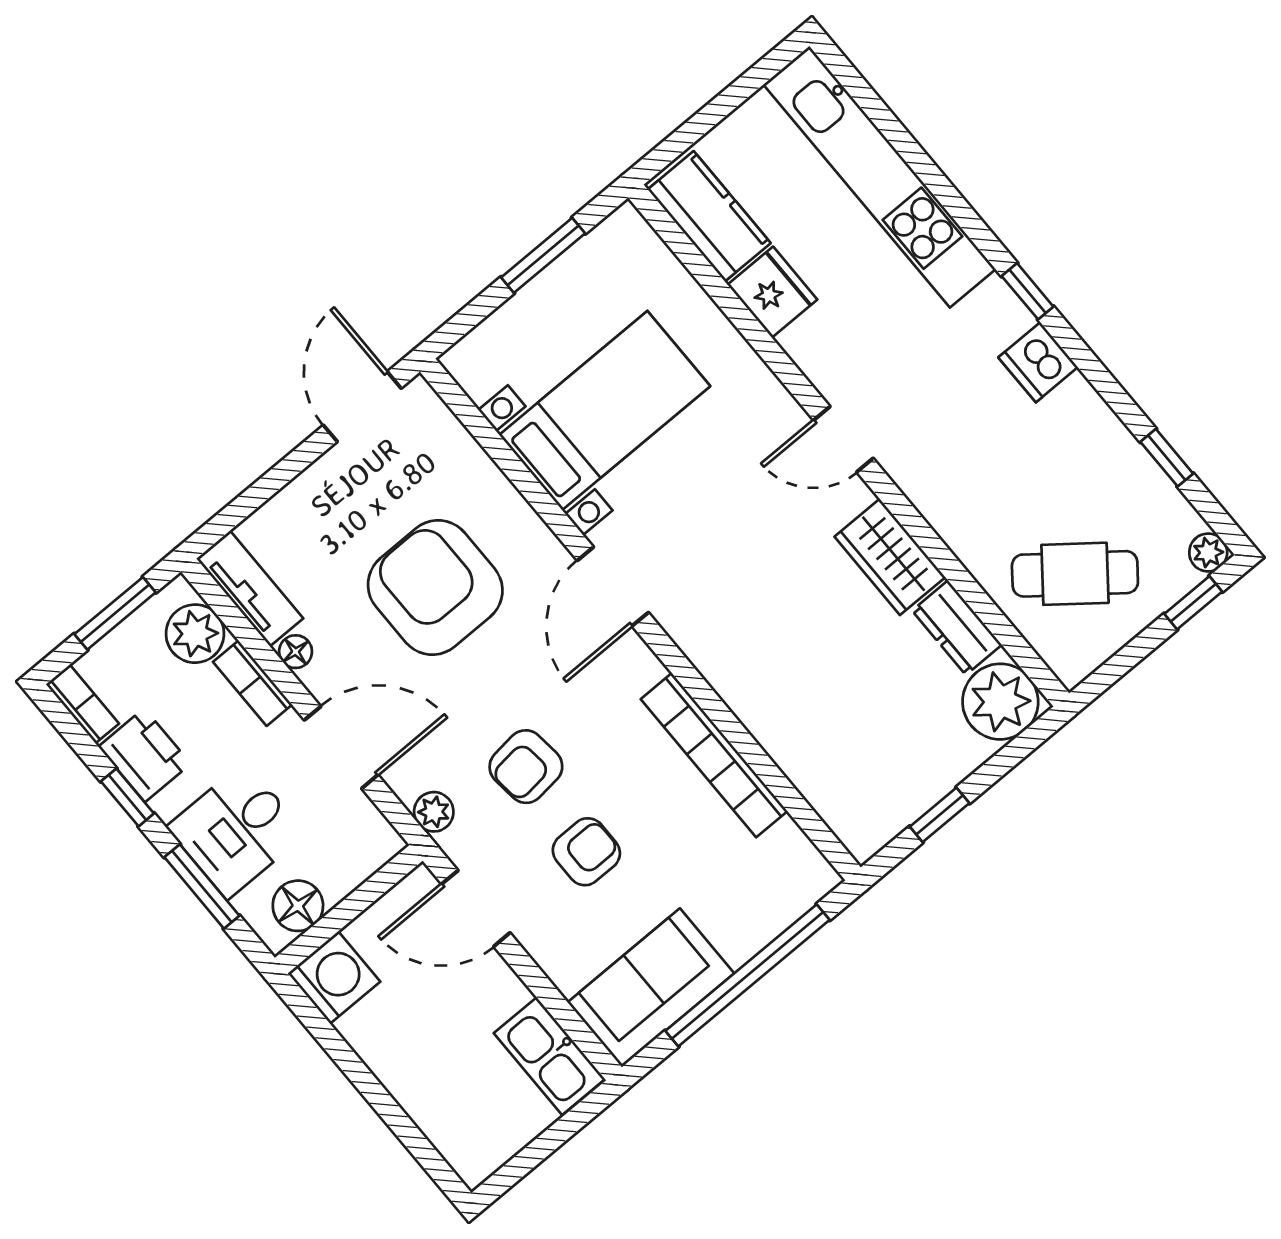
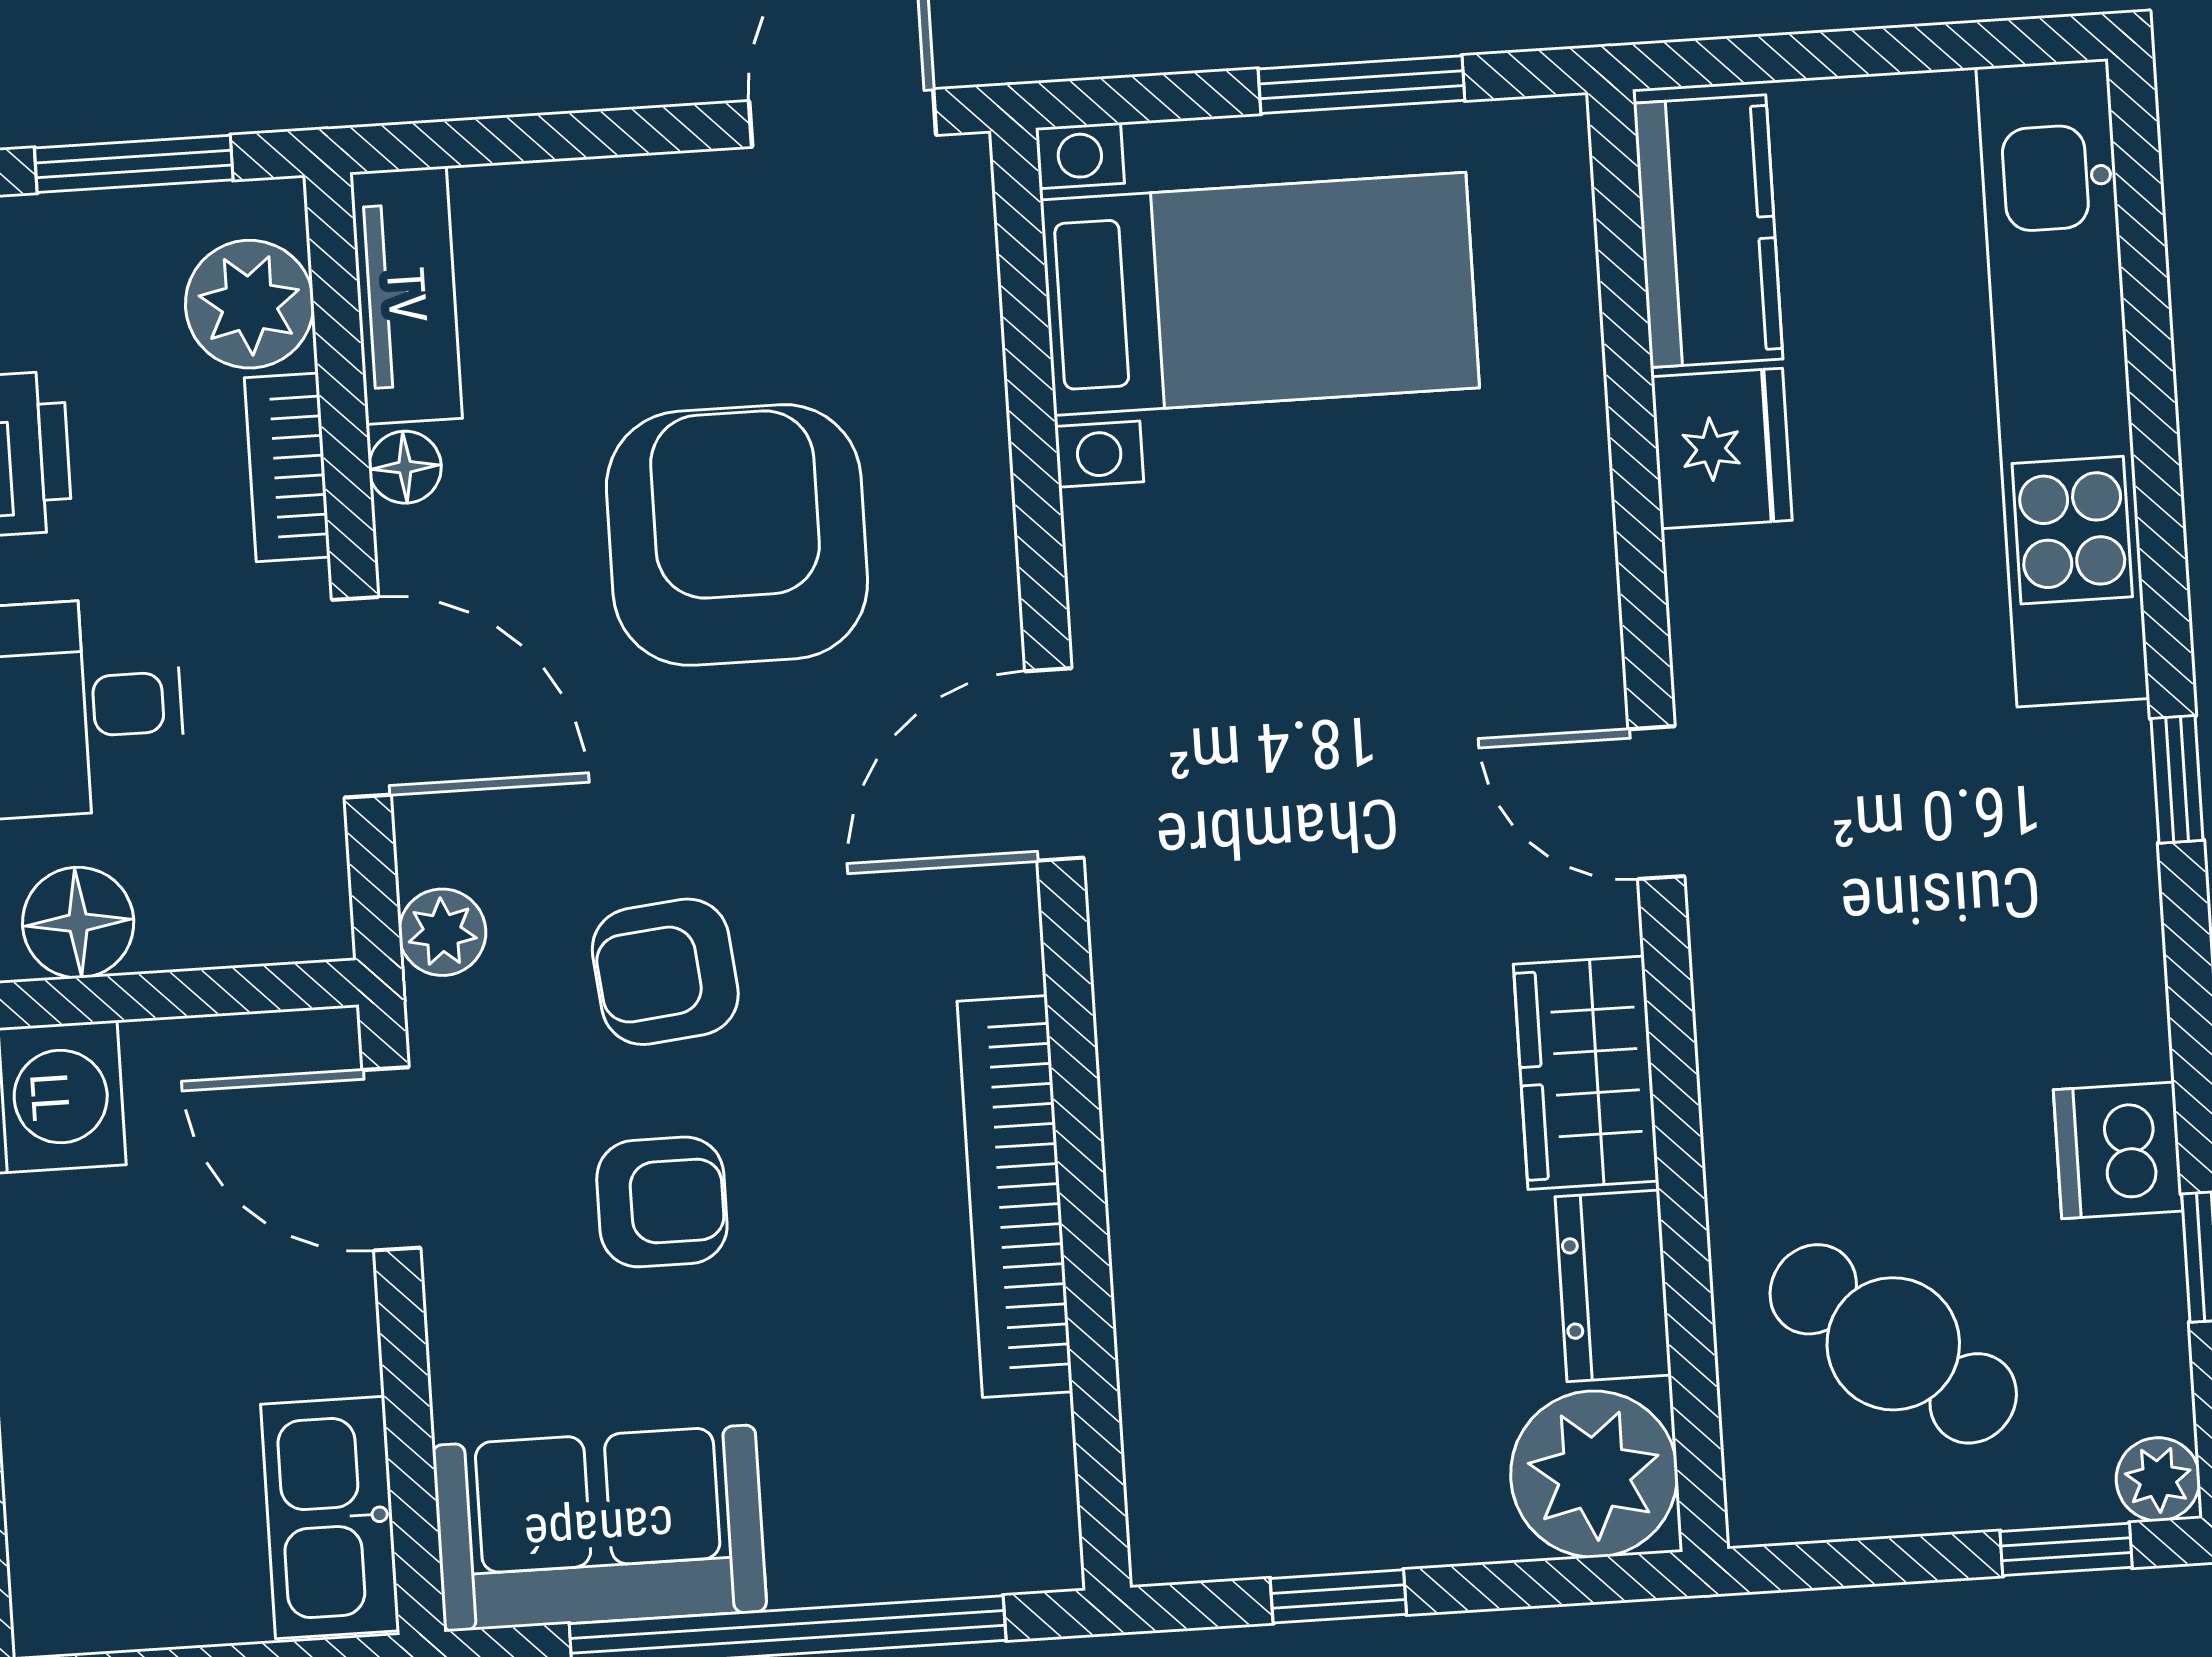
dishwasher: (1038, 362) -> (2118, 1150), moved
bed with nightstands: (605, 410) -> (1260, 294), moved

